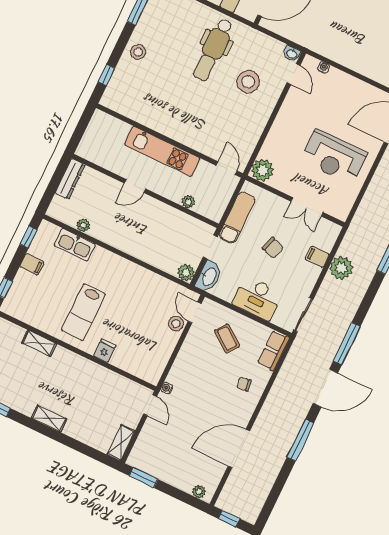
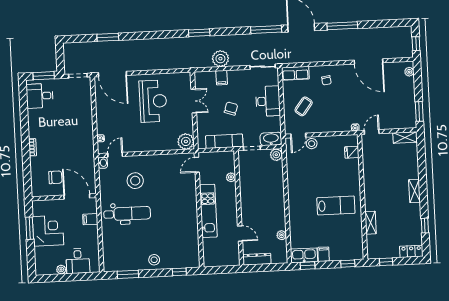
door: (135, 186) -> (240, 234), moved
kitchen sink: (75, 245) -> (304, 255), moved, turned -90
fridge: (105, 351) -> (352, 152), moved

